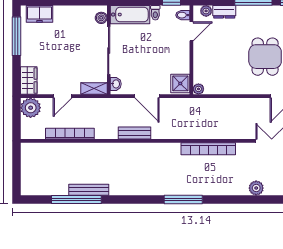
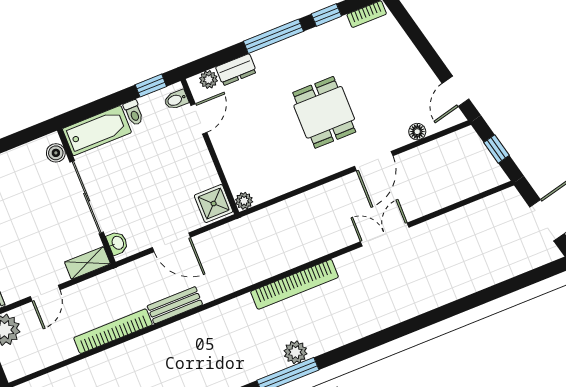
bookcase: (70, 134) -> (113, 331), moved
plant: (256, 188) -> (295, 352), moved

